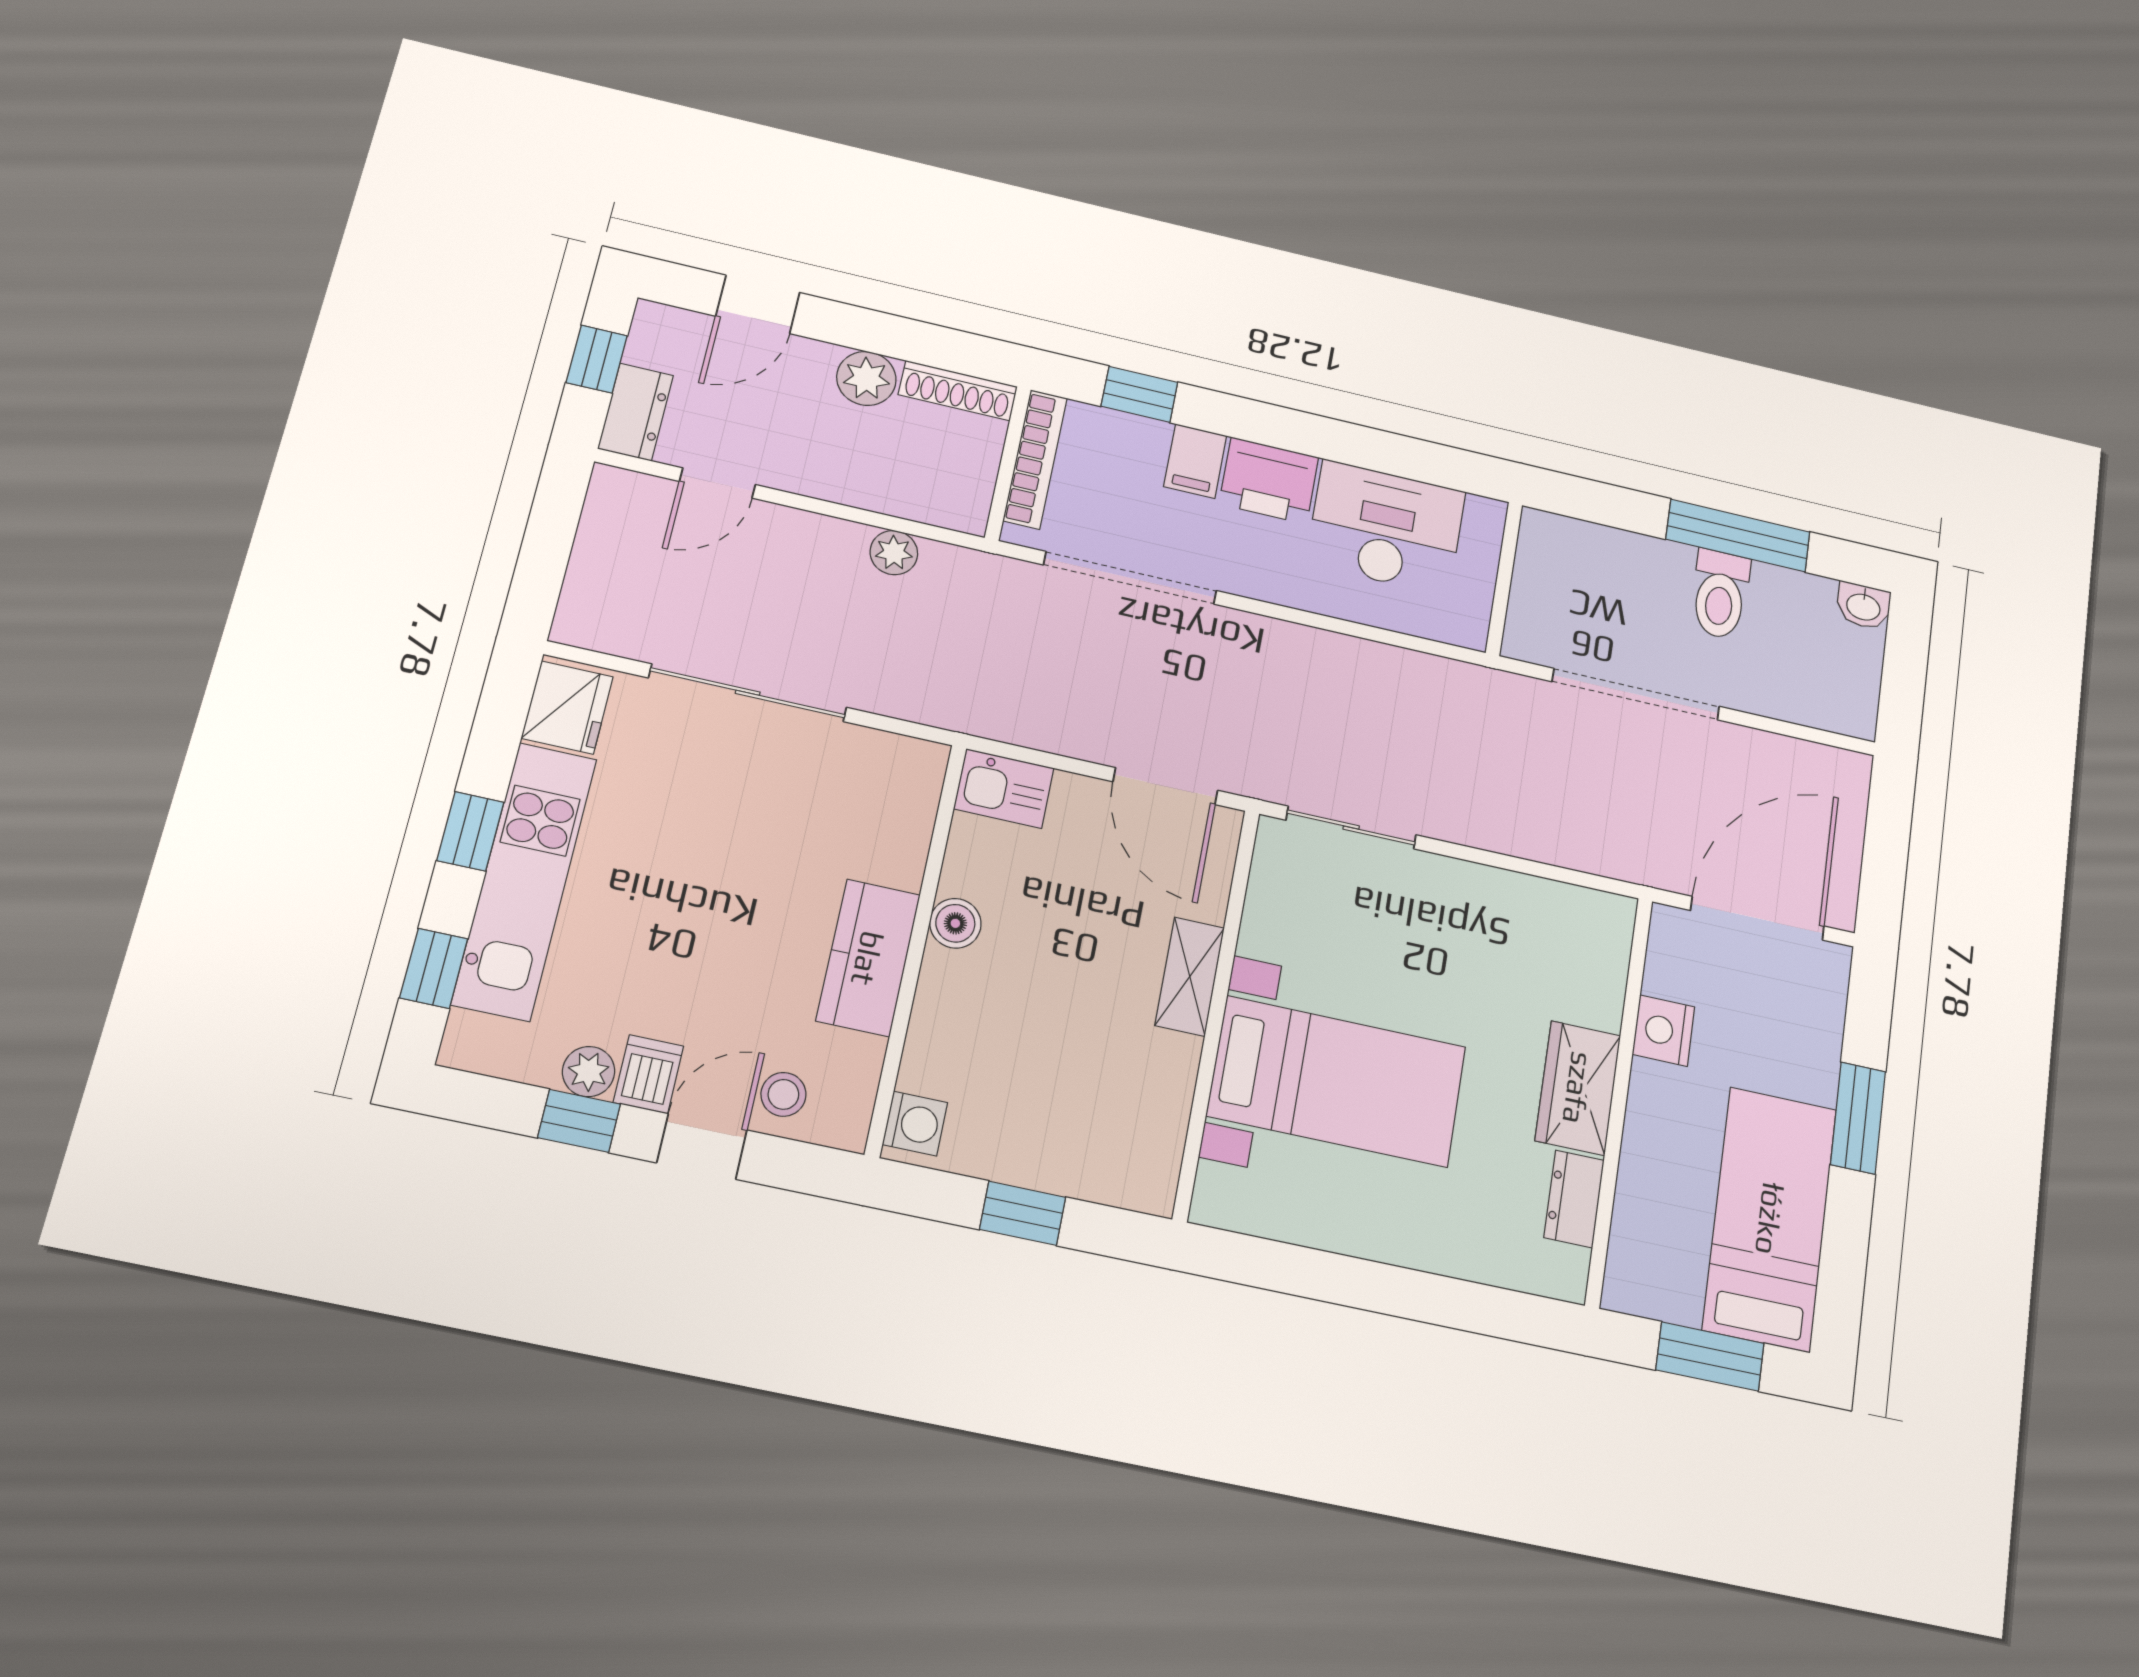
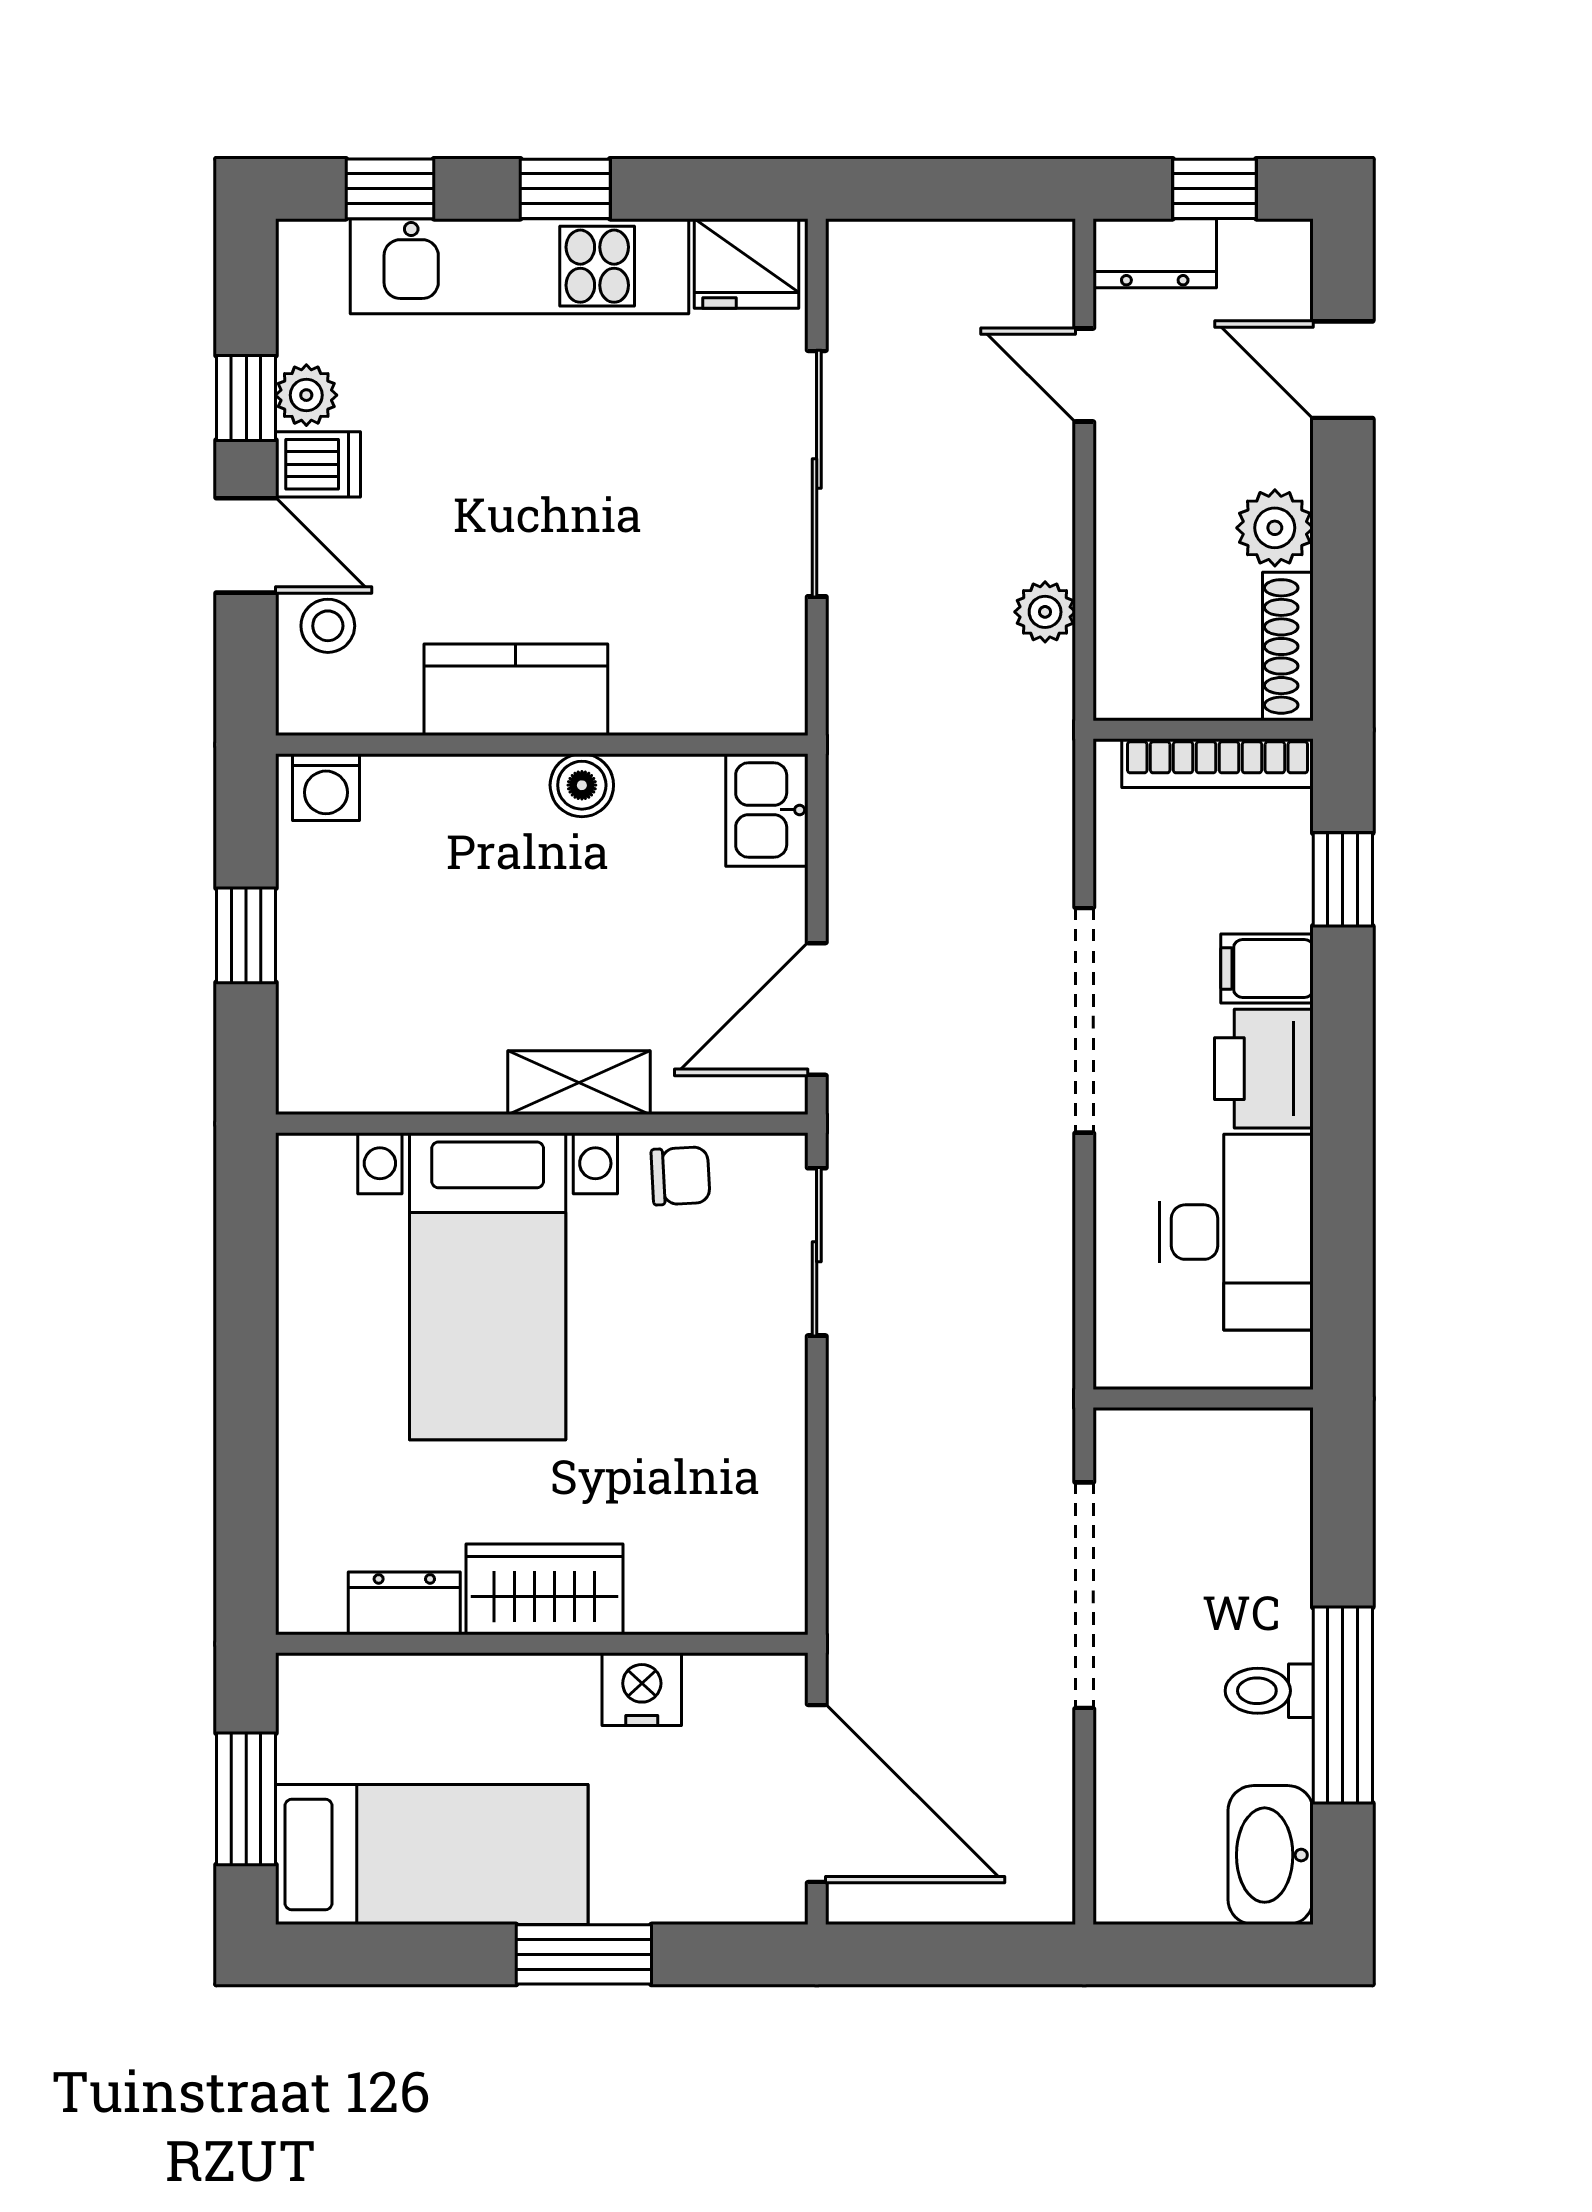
doorway: (1130, 578) -> (1084, 1020), moved
toilet: (1720, 594) -> (1269, 1691), width x0.73, depth x0.72
washbasin: (1863, 606) -> (1271, 1855), width x1.91, depth x1.45
chair: (1276, 916) -> (680, 1176), added

